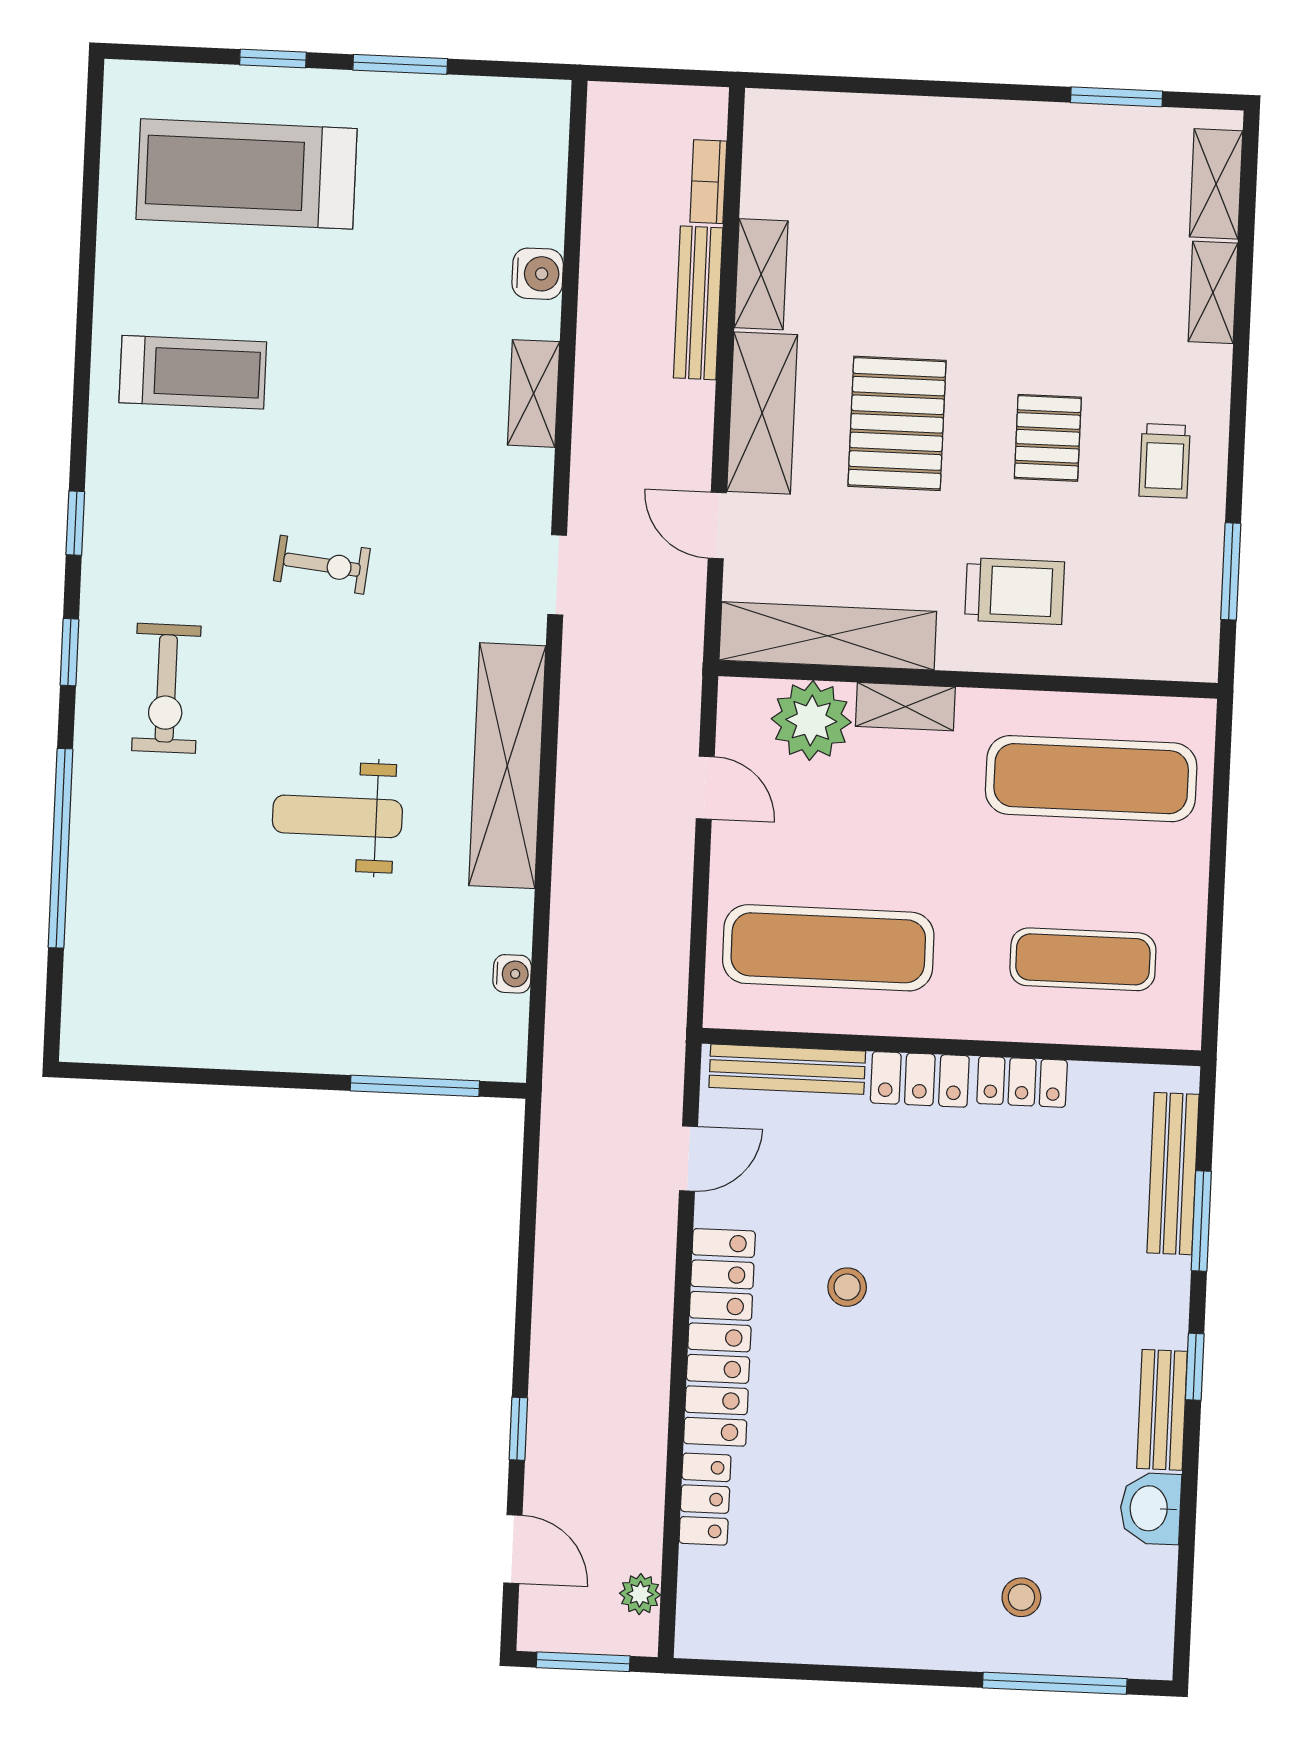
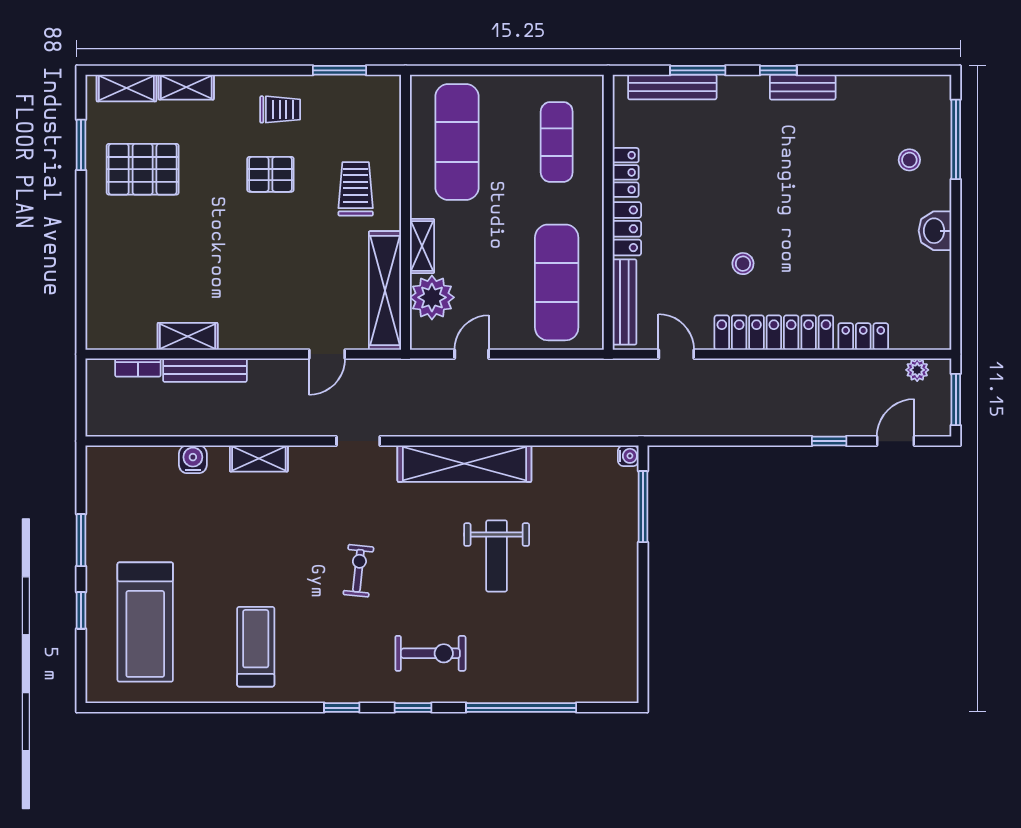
shelving: (762, 413) -> (264, 332), removed
pallet: (897, 423) -> (143, 169), moved
water cooler: (512, 974) -> (628, 456), moved, turned 90
washbasin: (1150, 1508) -> (935, 231), moved, turned 90

